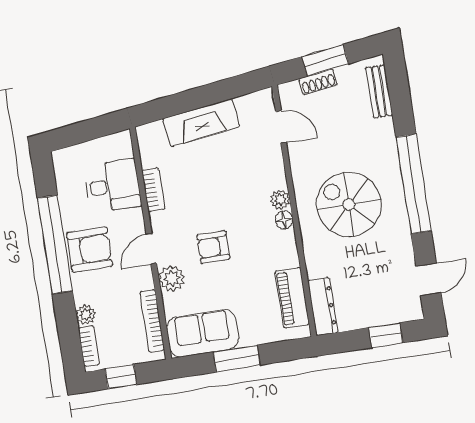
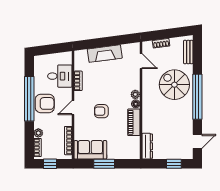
window: (325, 60) -> (166, 34), removed
spiral stairs: (349, 204) -> (174, 85), moved
plant: (172, 278) -> (80, 123), removed
piano: (292, 298) -> (134, 122), moved

